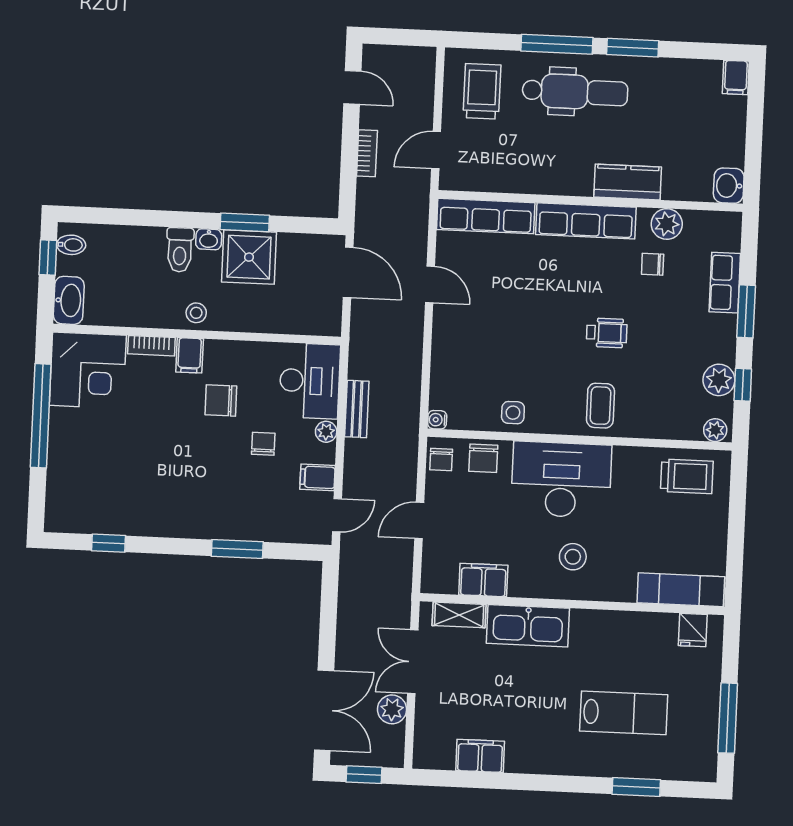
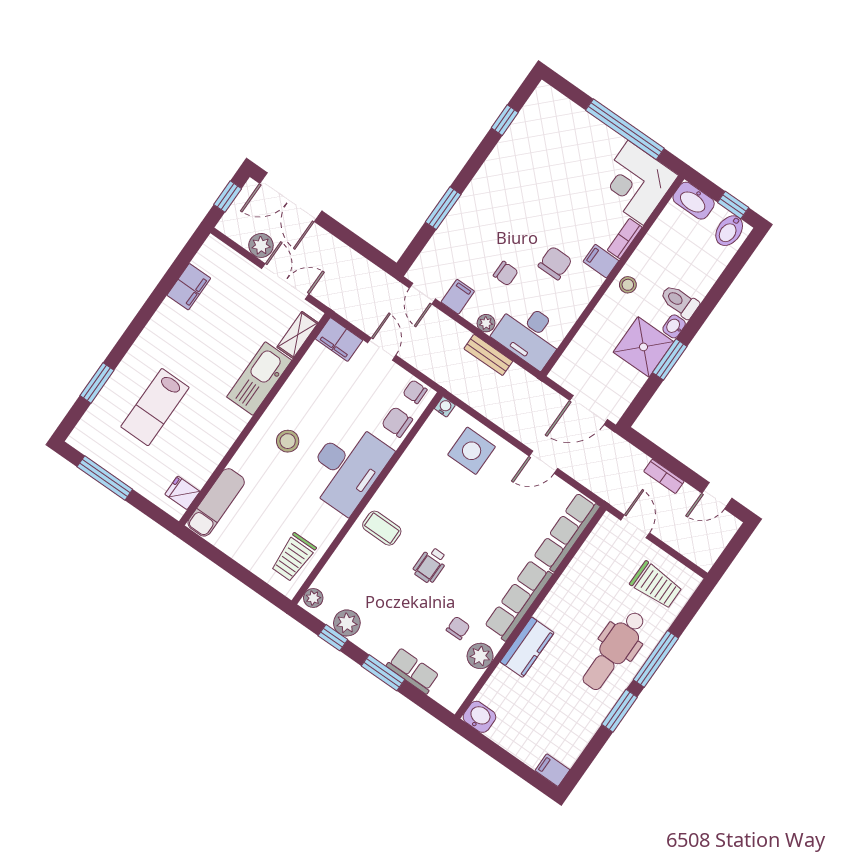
bidet: (71, 245) -> (729, 231), width x1.38, depth x1.36
side table: (513, 413) -> (472, 451), moved, width x1.87, depth x1.87
filing cabinet: (483, 580) -> (339, 339), moved, turned 90

